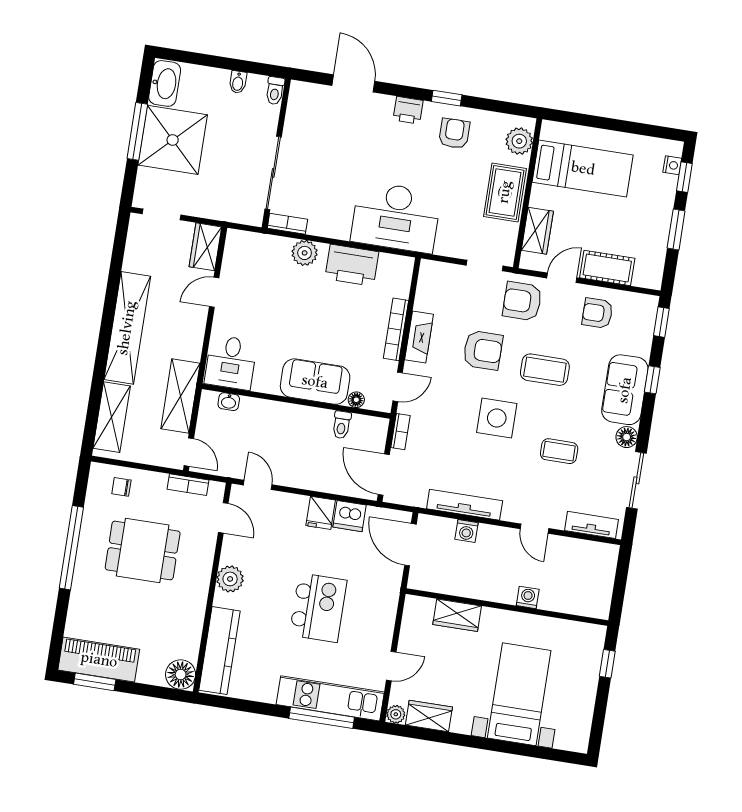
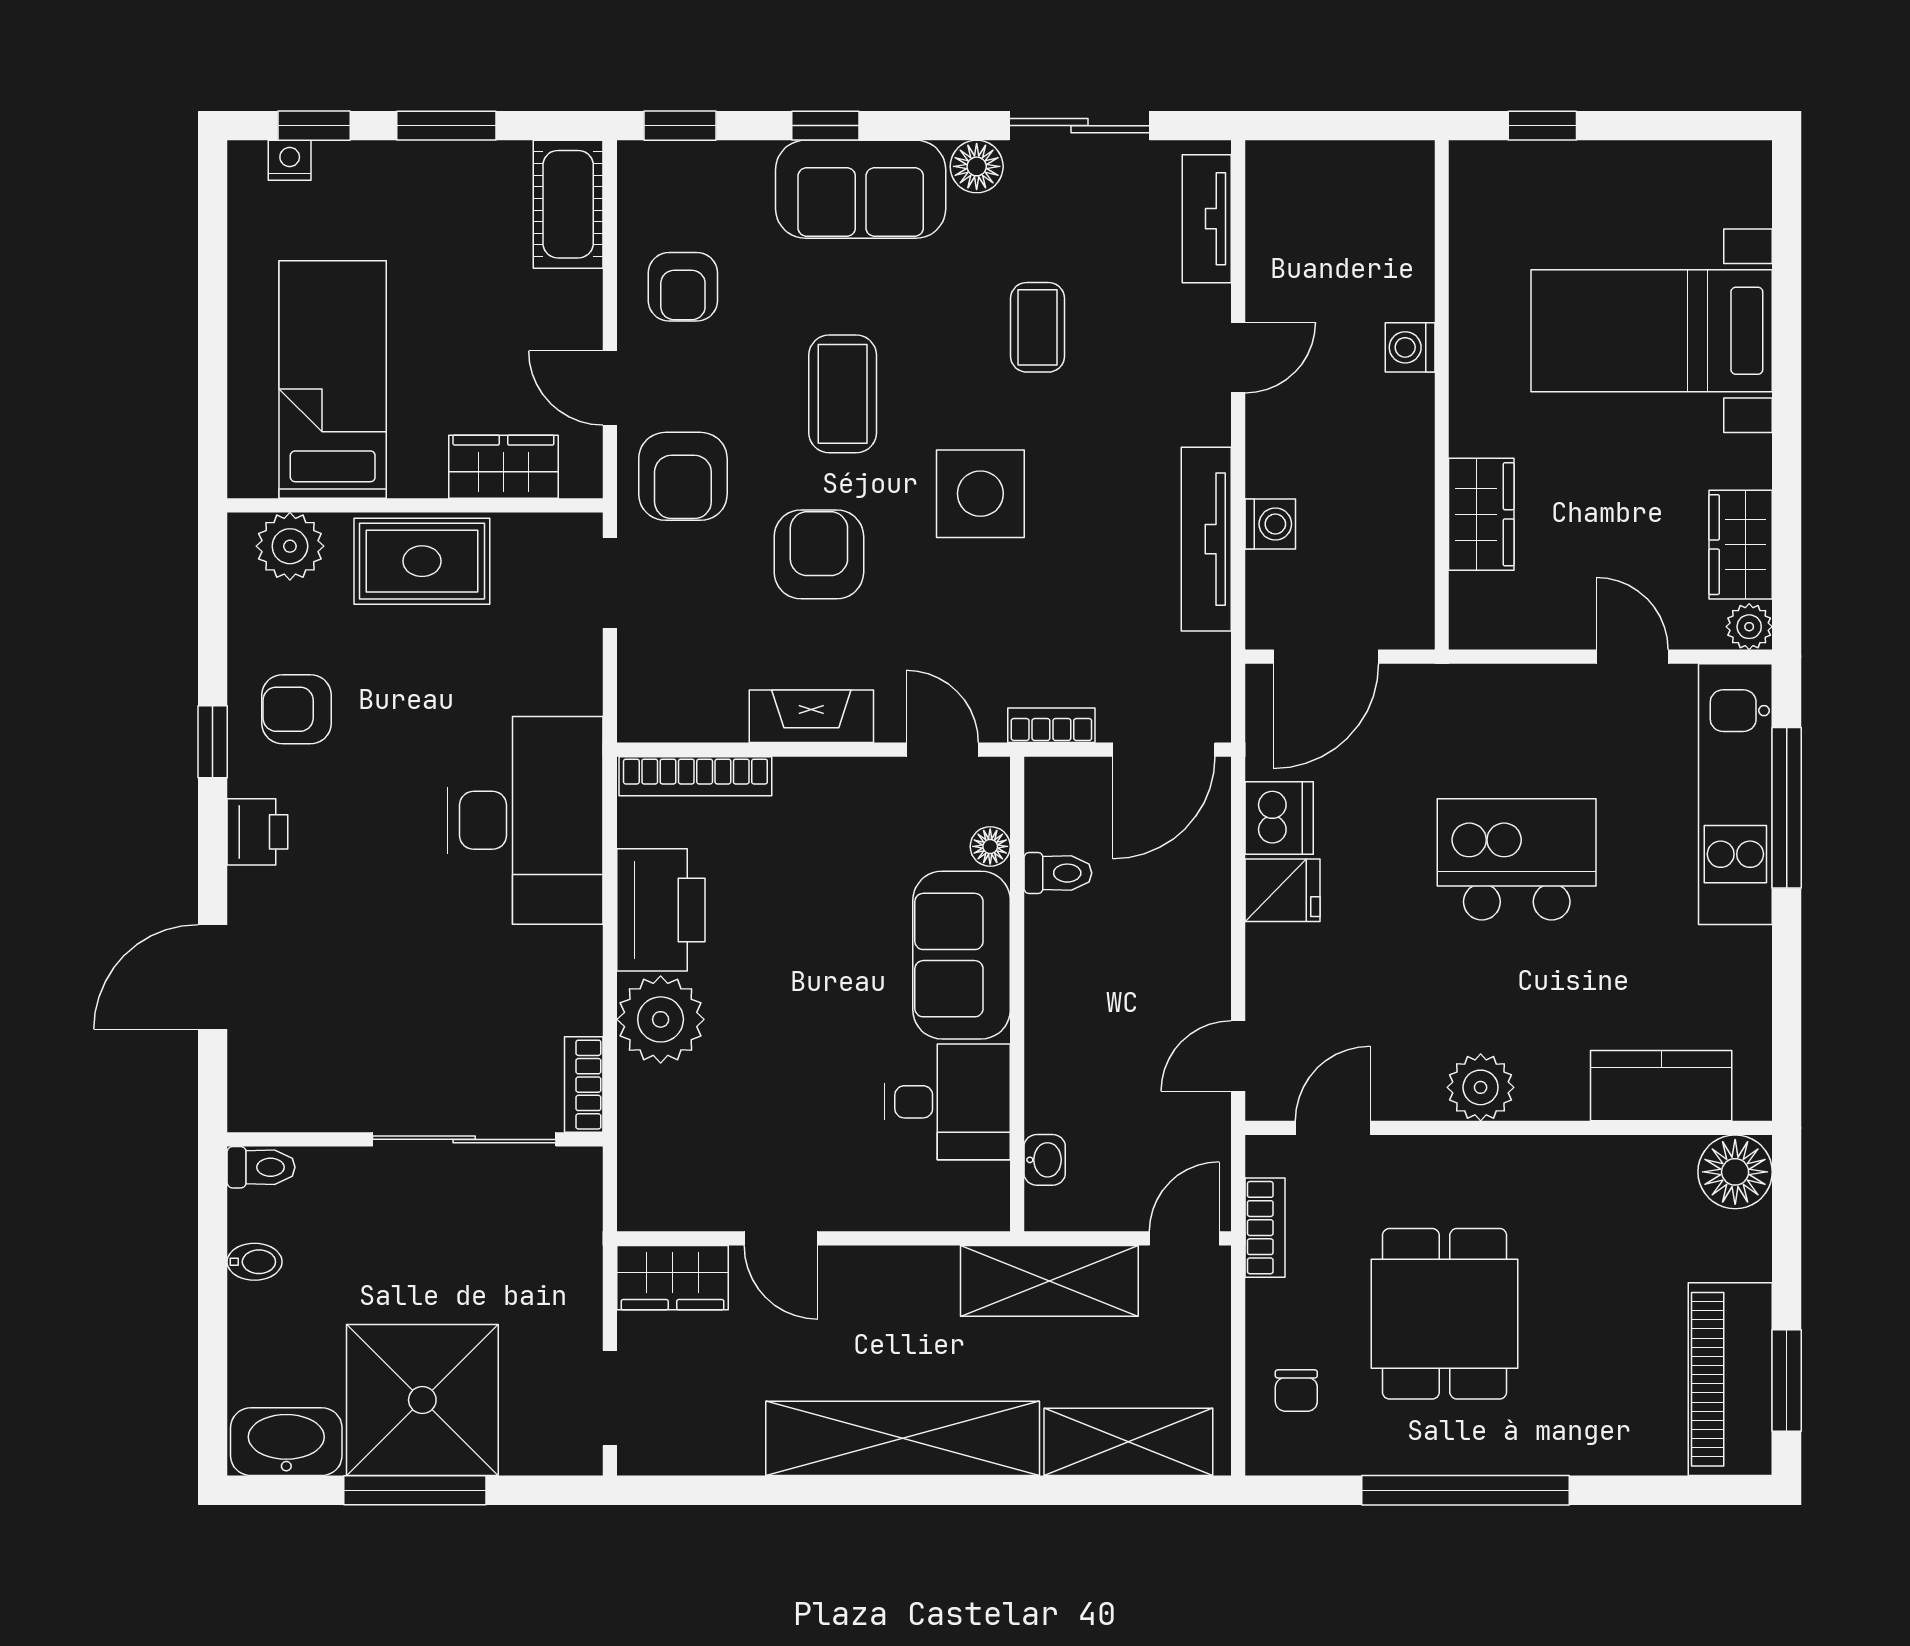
plant: (305, 253) -> (661, 1019), width x1.36, depth x1.36
cot: (607, 268) -> (568, 204), moved
bookcase: (396, 329) -> (695, 776), moved
desk: (231, 363) -> (948, 1102), moved
kitchen counter: (219, 651) -> (1661, 1086), width x0.67

